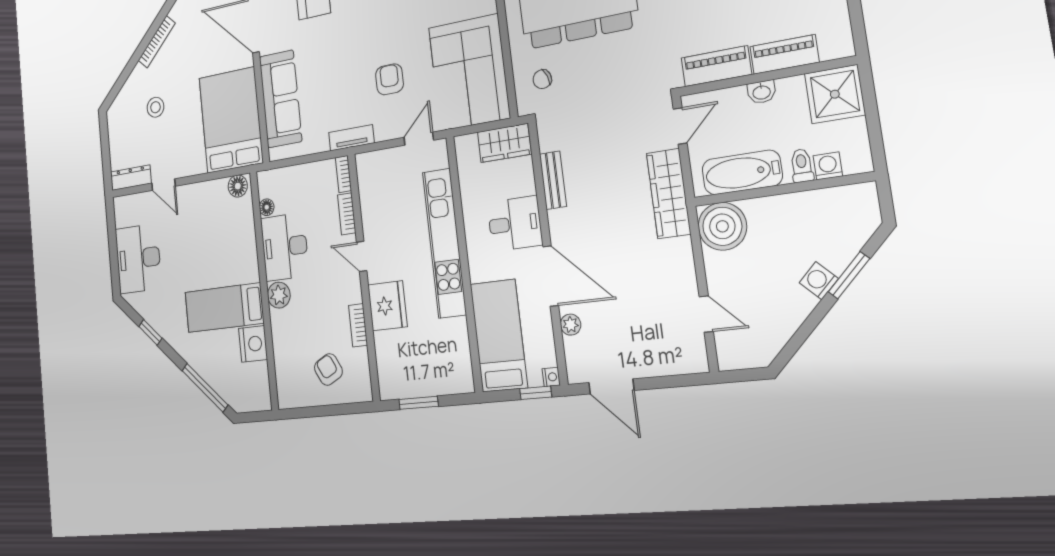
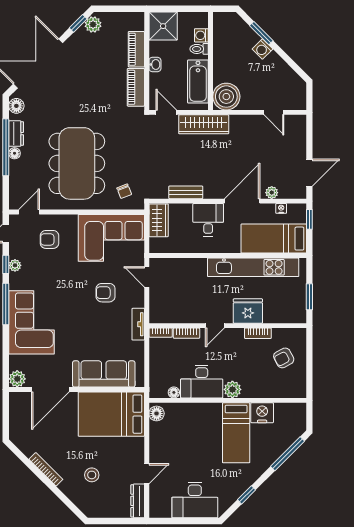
kitchen unit: (444, 243) -> (253, 267), moved
door: (706, 314) -> (274, 112), swing flipped
nightstand: (551, 377) -> (281, 208), moved

